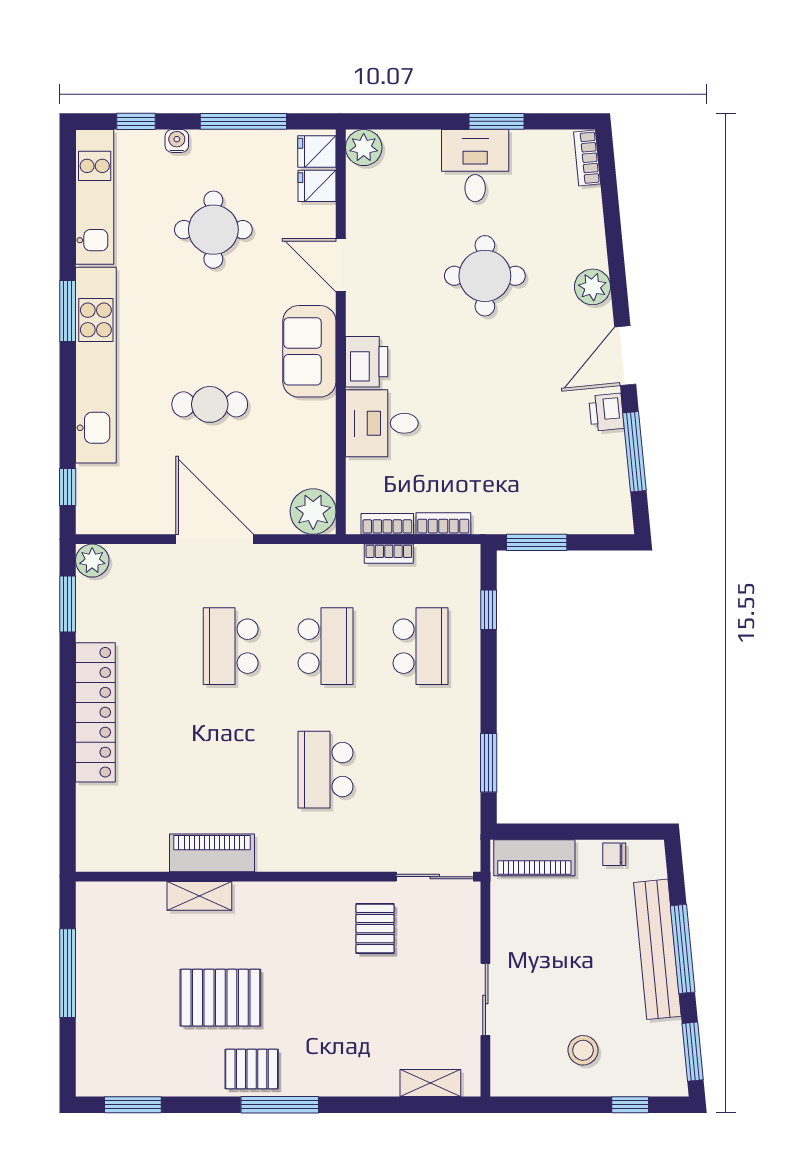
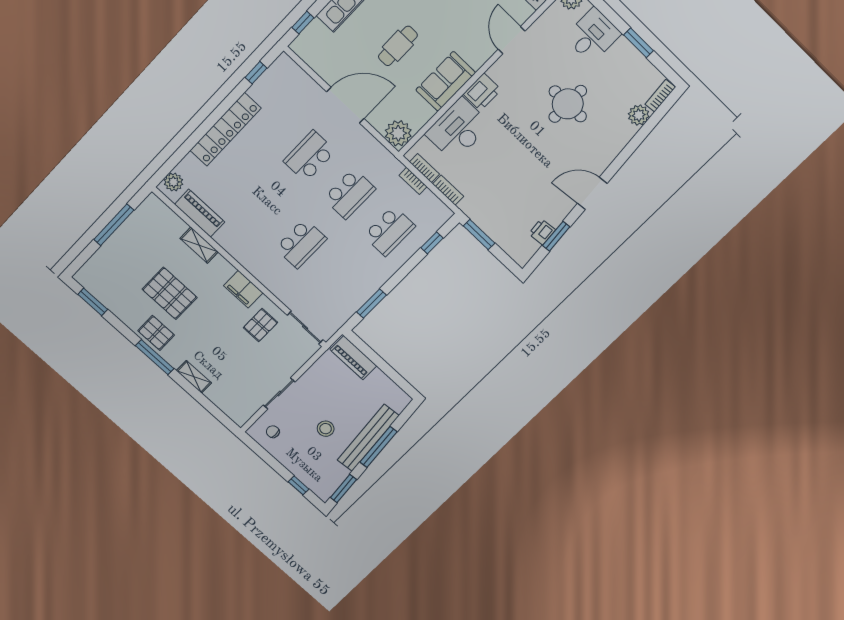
desk: (475, 166) -> (593, 35), moved
plant: (592, 287) -> (639, 115), moved
sofa: (309, 351) -> (446, 81), moved
cafe table: (210, 404) -> (398, 46), turned 90
printer: (606, 412) -> (542, 232), moved
desk: (382, 423) -> (458, 129), width x1.37
window: (635, 452) -> (556, 236), width x0.69
door: (215, 539) -> (345, 105), hinge flipped
plant: (92, 561) -> (173, 182), moved
window: (68, 604) -> (256, 73), width x0.67
school desk: (326, 770) -> (301, 244), turned 180
piano: (212, 853) -> (200, 213), moved
chair: (614, 854) -> (273, 432), moved
filing cabinet: (309, 901) -> (243, 289), added
stool: (583, 1050) -> (326, 429), moved
shelving: (430, 1083) -> (194, 377), moved

